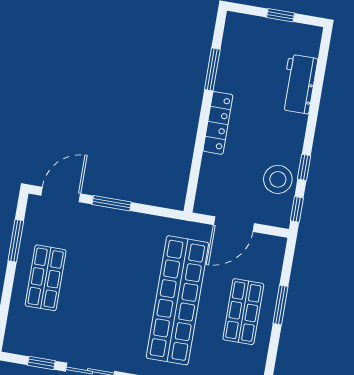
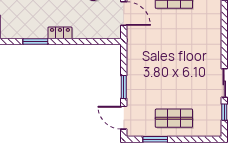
locker: (218, 123) -> (60, 33), width x0.66
shop shelf: (177, 300) -> (174, 39), removed

